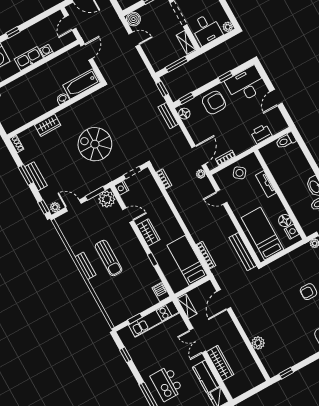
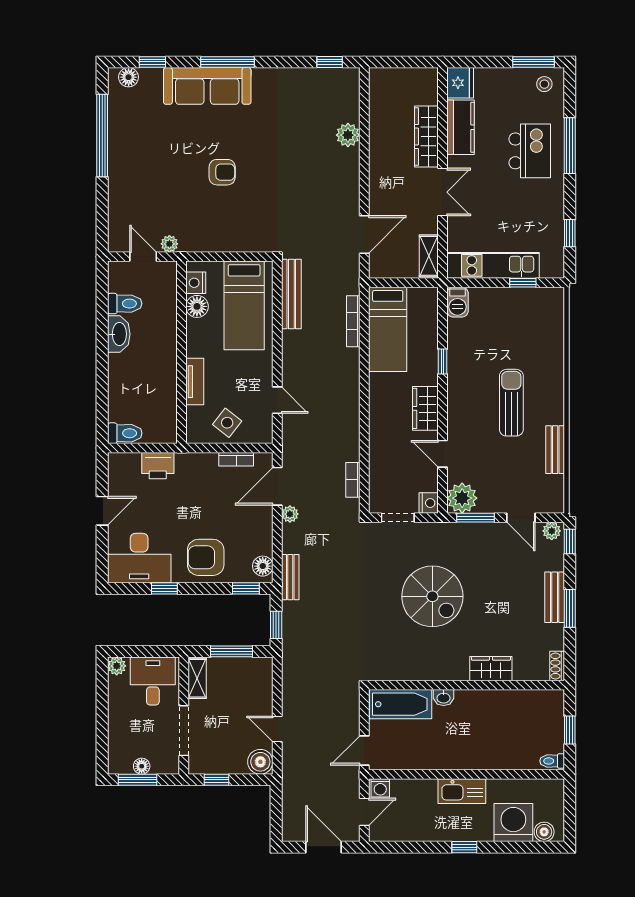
washing machine: (46, 51) -> (380, 788), moved
plant: (201, 174) -> (290, 514), moved
bench: (85, 266) -> (555, 450), moved

